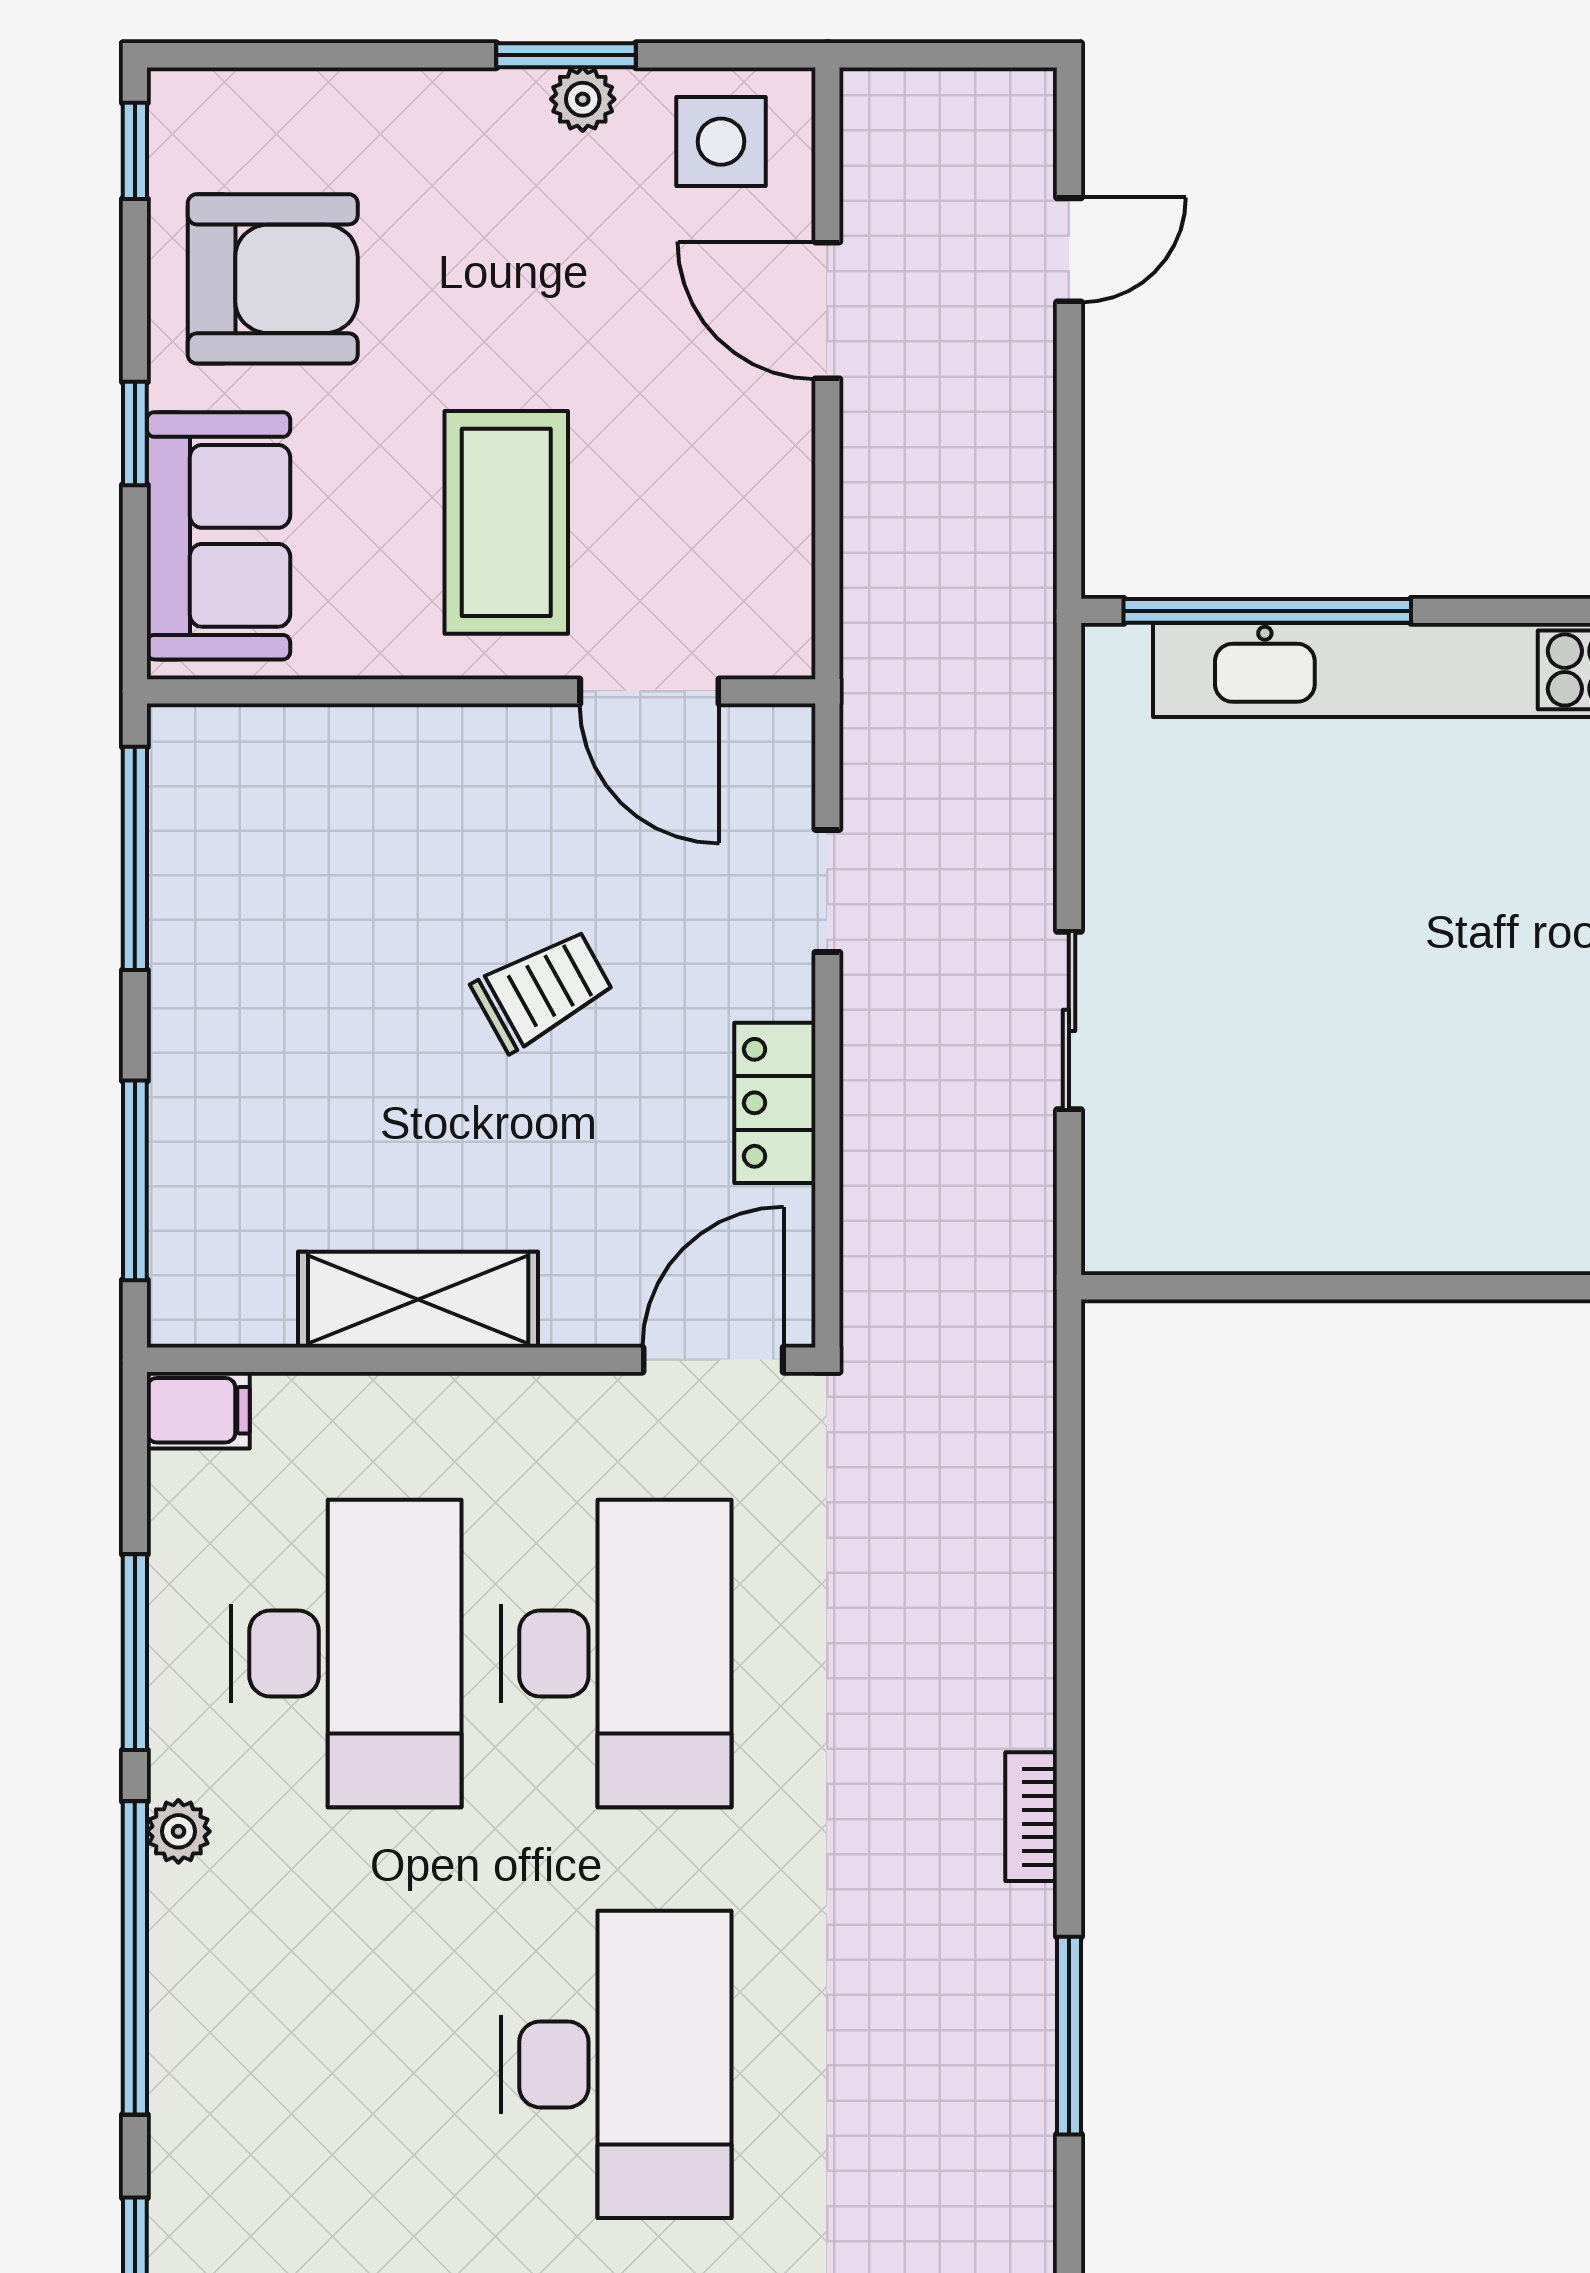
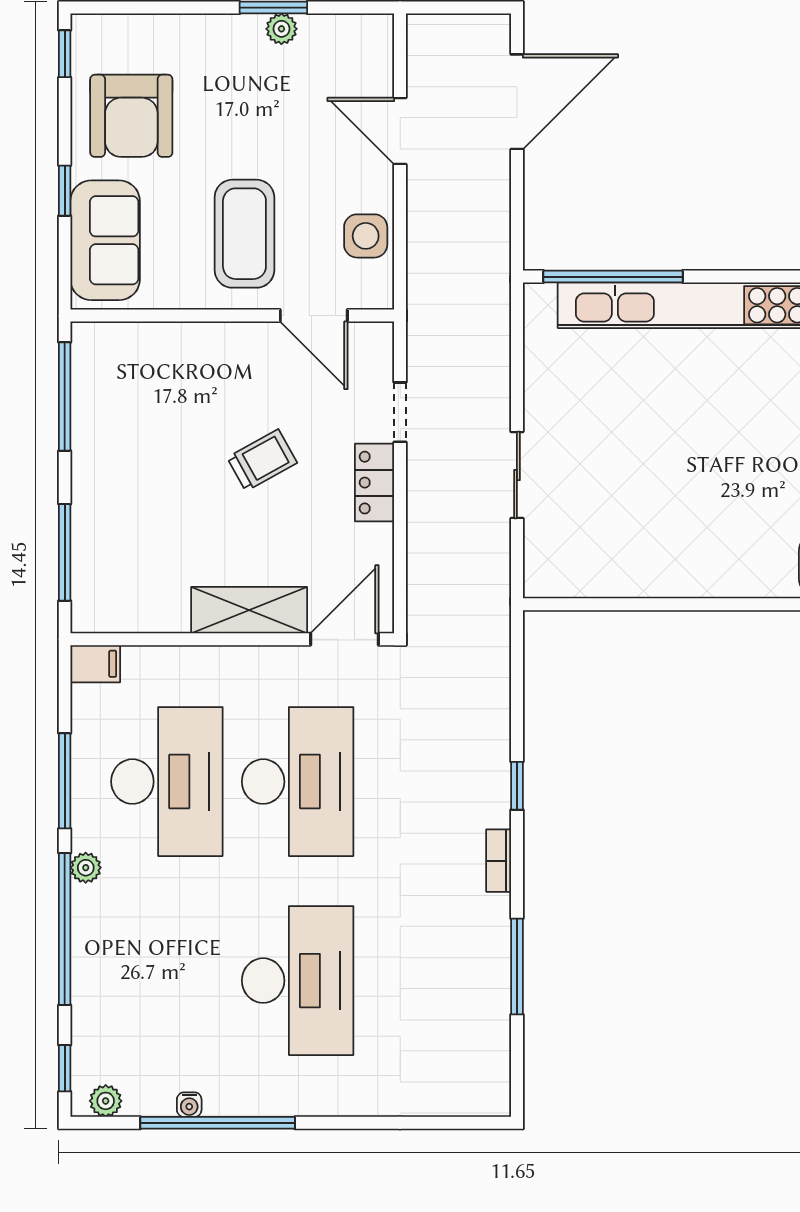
side table: (721, 142) -> (366, 236), moved
door: (1069, 250) -> (517, 102), width x1.88
armchair: (273, 279) -> (131, 116), turned 90
locker: (775, 1103) -> (375, 483), moved
shelving: (418, 1300) -> (249, 610), moved
window: (1069, 1662) -> (517, 786), added

